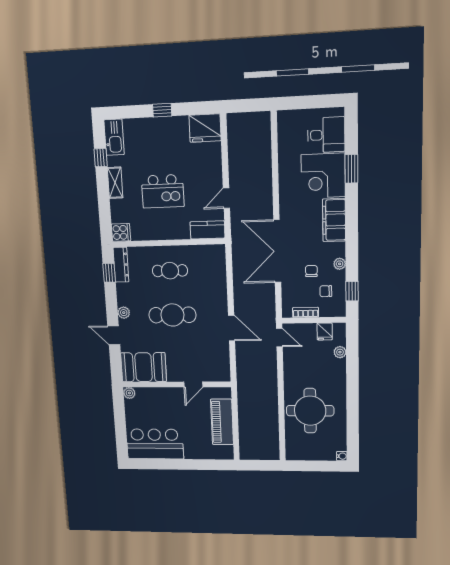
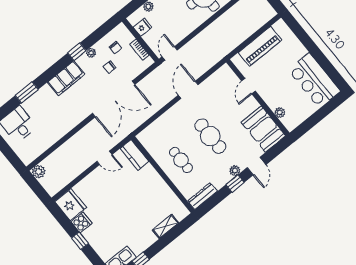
plant: (262, 120) -> (39, 172), added
corner desk: (323, 176) -> (44, 107), removed
shelving: (115, 183) -> (165, 226), moved
kitchen island: (163, 191) -> (132, 203), removed
cooker: (121, 232) -> (82, 223), moved, turned 90
window: (109, 273) -> (235, 184), moved
window: (352, 291) -> (77, 52), moved
door: (193, 384) -> (248, 86), swing flipped
plant: (129, 393) -> (280, 112), moved

